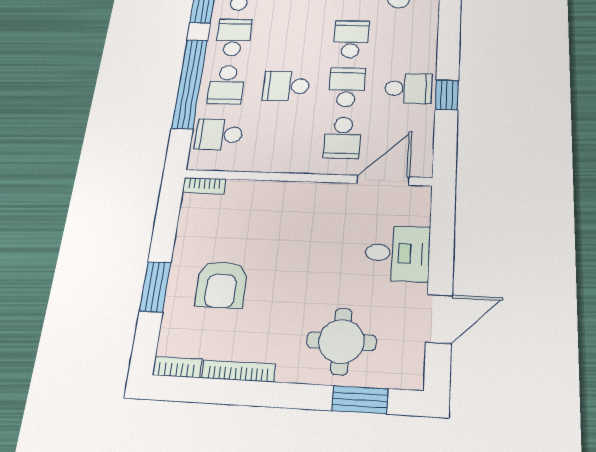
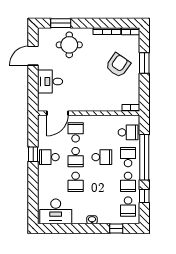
armchair: (221, 285) -> (118, 65), turned 35

